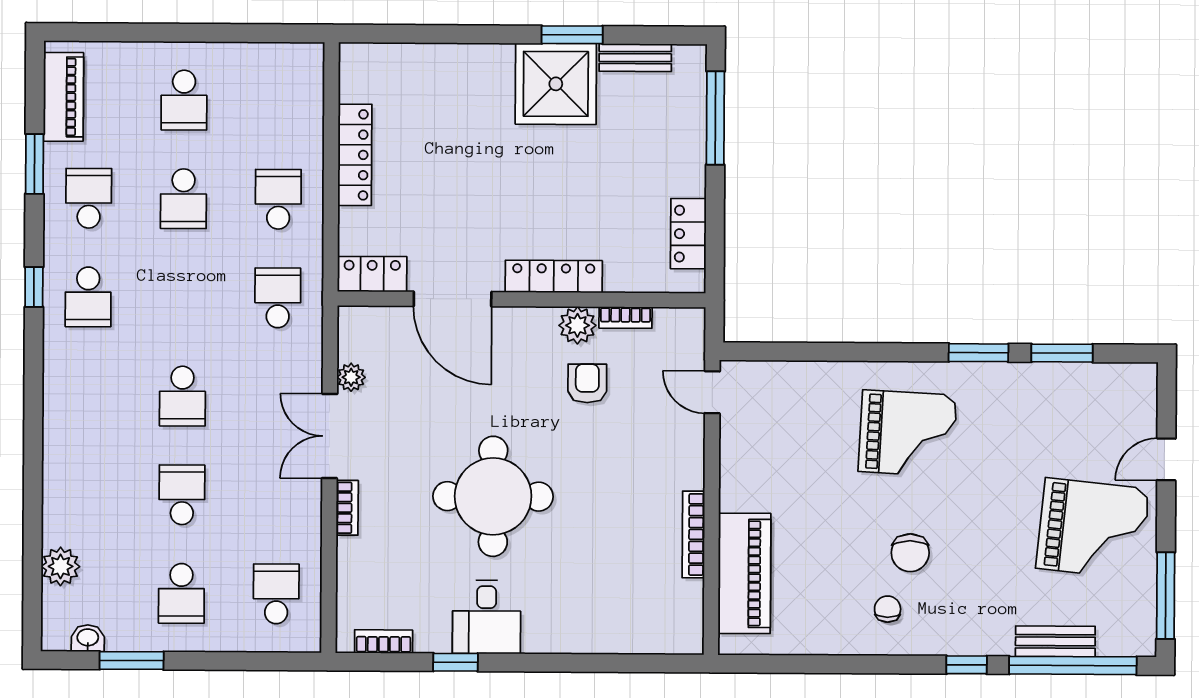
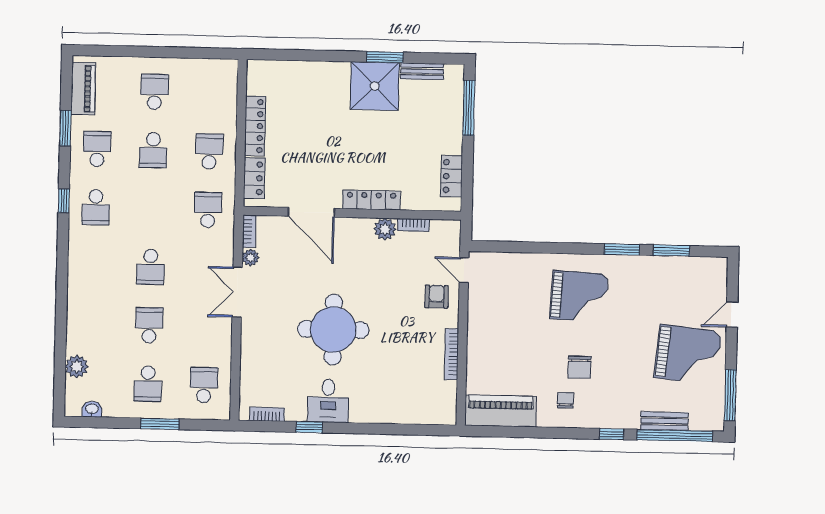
school desk: (184, 100) -> (154, 92), turned 180
locker: (372, 274) -> (254, 178), moved, turned 90
armchair: (587, 383) -> (437, 297), moved
bookcase: (347, 508) -> (249, 231), moved
piano: (744, 573) -> (501, 411), moved, turned -90
window: (132, 660) -> (160, 424), moved

